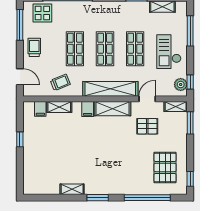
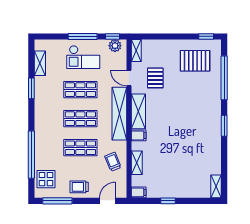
window: (190, 31) -> (83, 36), moved
filing cabinet: (40, 109) -> (139, 192), moved
window: (190, 123) -> (152, 36), removed
shelving: (72, 189) -> (216, 186), moved

